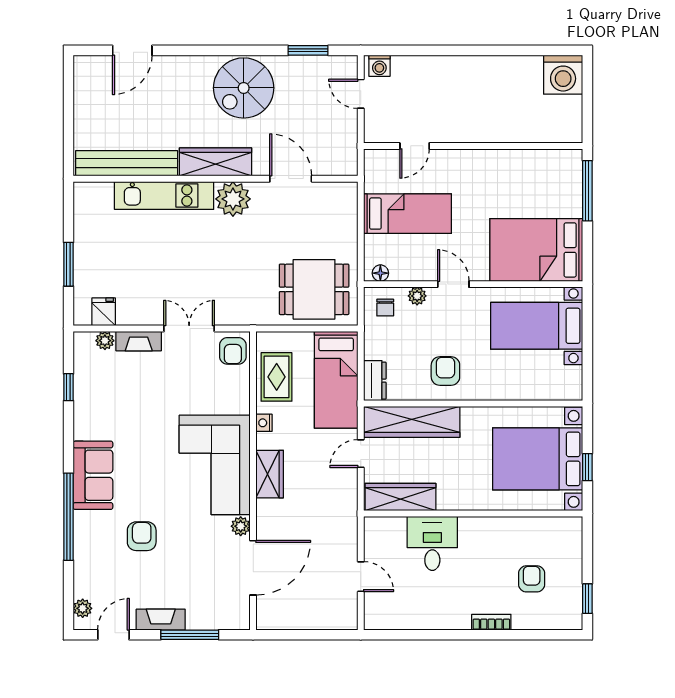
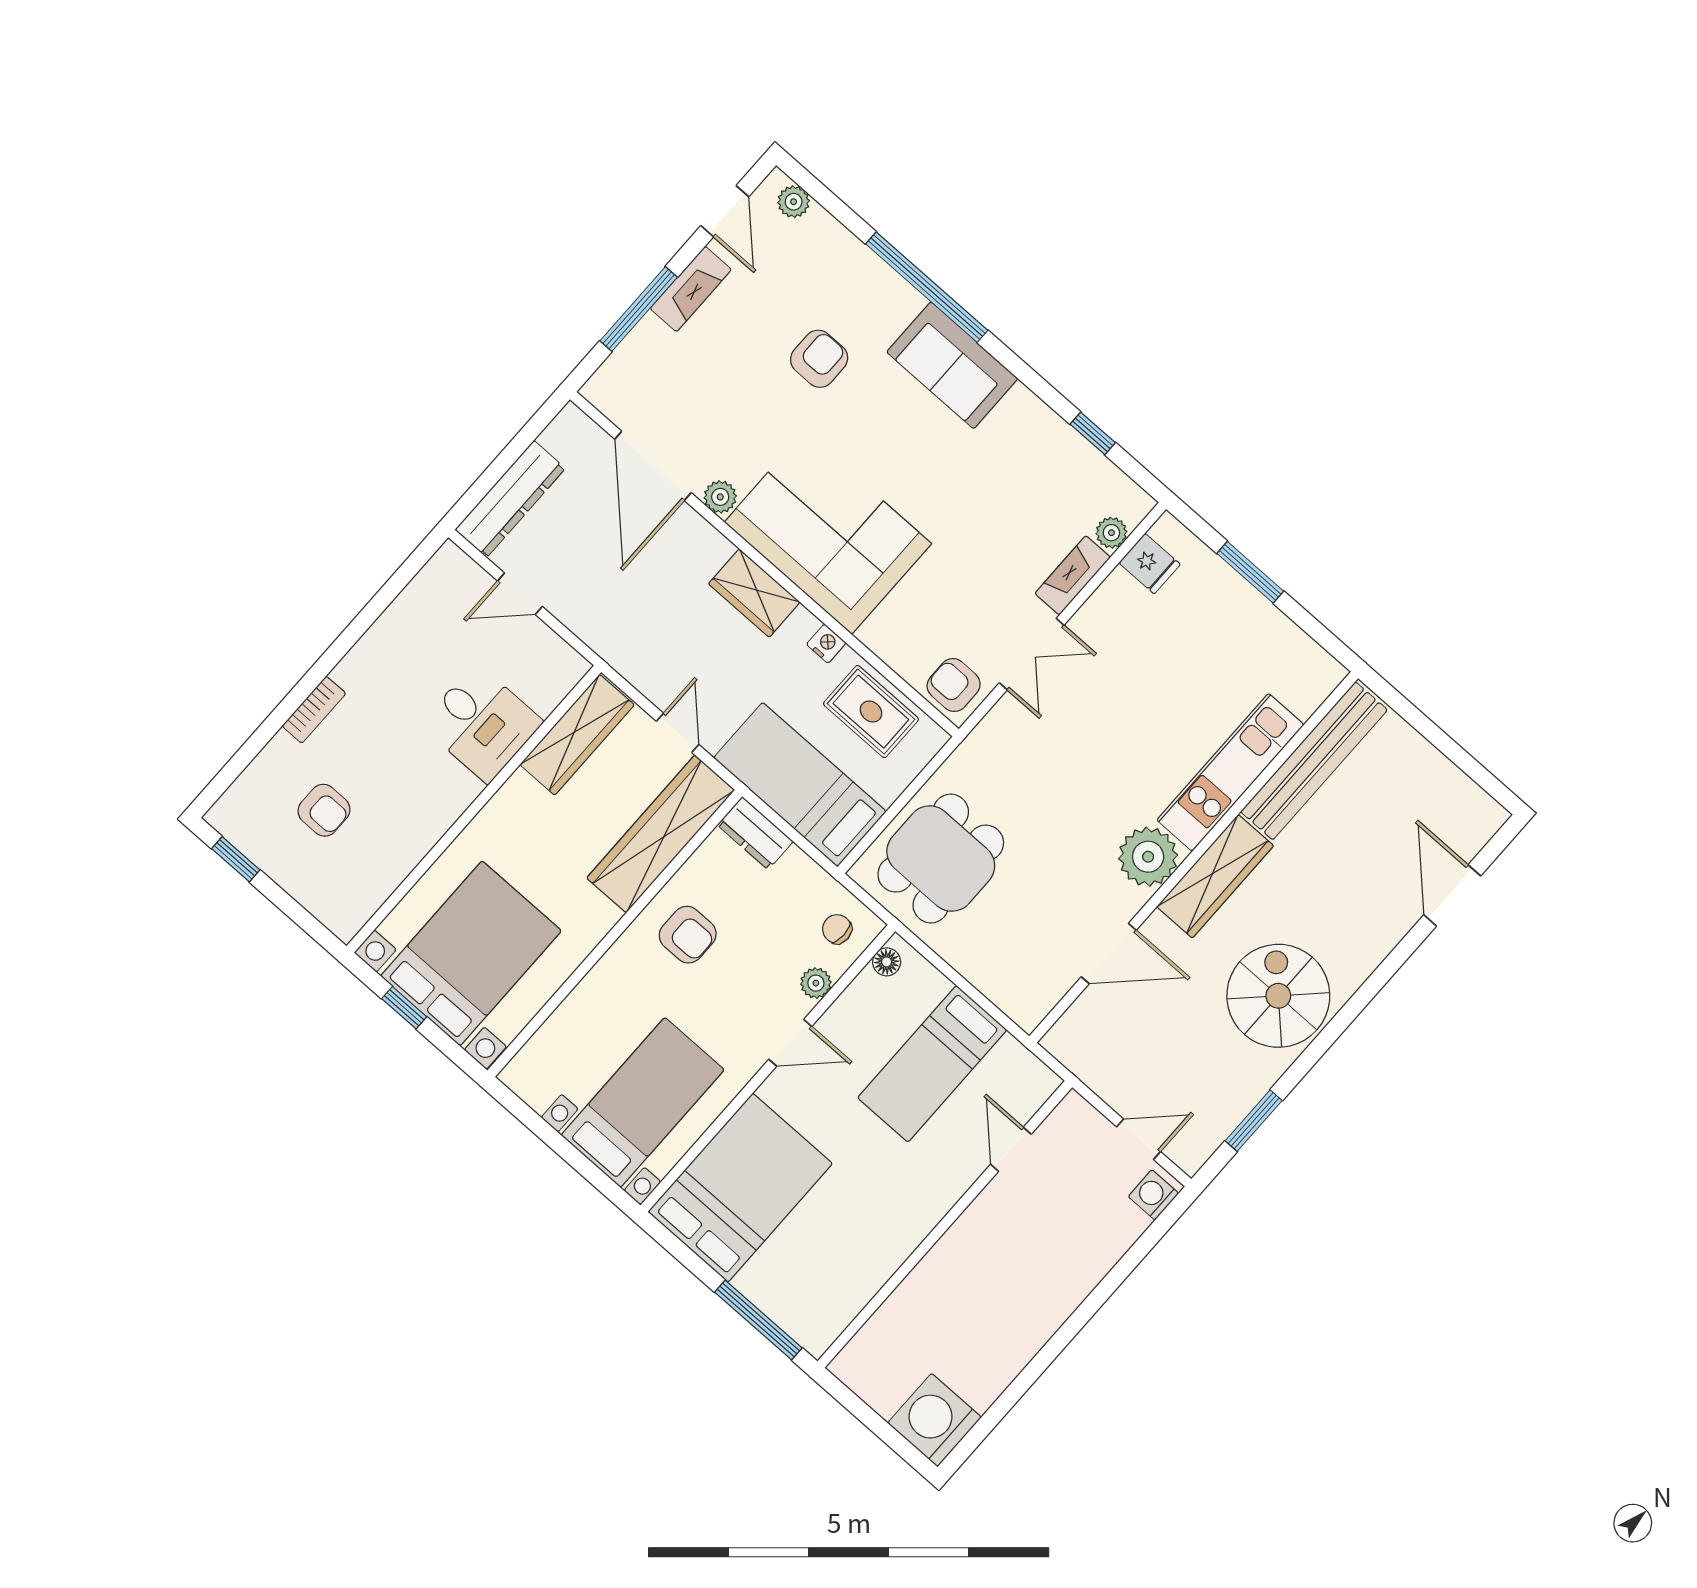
armchair: (142, 536) -> (819, 359), turned -90
dresser: (323, 618) -> (510, 499), added

